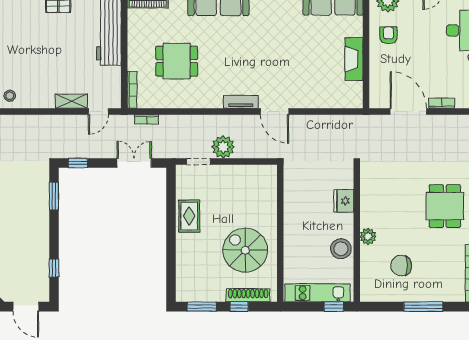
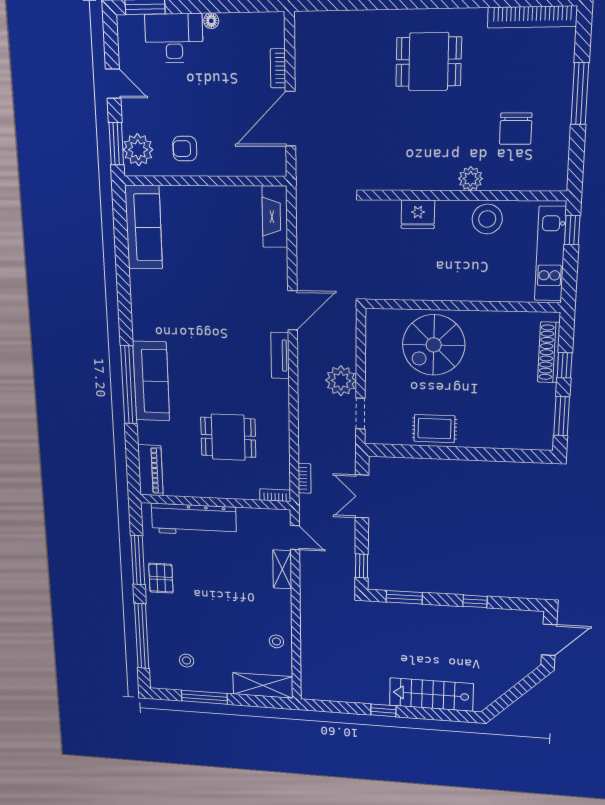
fireplace: (354, 59) -> (275, 217), moved, turned 90
dining table: (177, 61) -> (228, 437), turned 90
bookcase: (132, 90) -> (275, 495), width x0.64
spiral stairs: (245, 250) -> (434, 345), moved
window: (54, 268) -> (475, 601), moved

